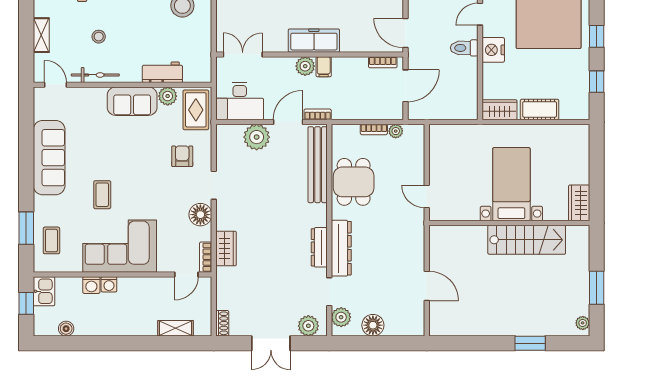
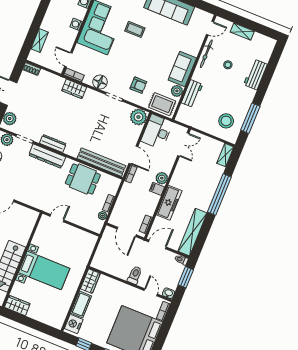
freezer: (314, 41) -> (169, 203), moved
nightstand: (493, 50) -> (74, 324), moved, turned -90
plant: (257, 137) -> (138, 117), moved
washing machine: (109, 284) -> (76, 24), moved

